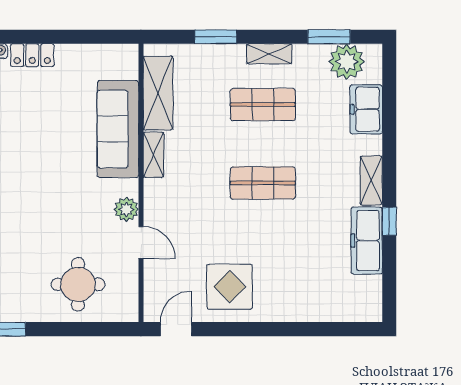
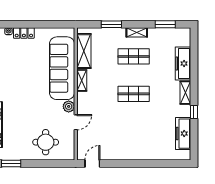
plant: (347, 62) -> (174, 36), removed
freezer: (366, 109) -> (183, 64), width x1.40
sofa: (118, 129) -> (62, 68), width x1.36, depth x1.27
freezer: (367, 241) -> (183, 134), moved
door: (141, 242) -> (76, 122), hinge flipped
display table: (230, 287) -> (118, 143), removed

